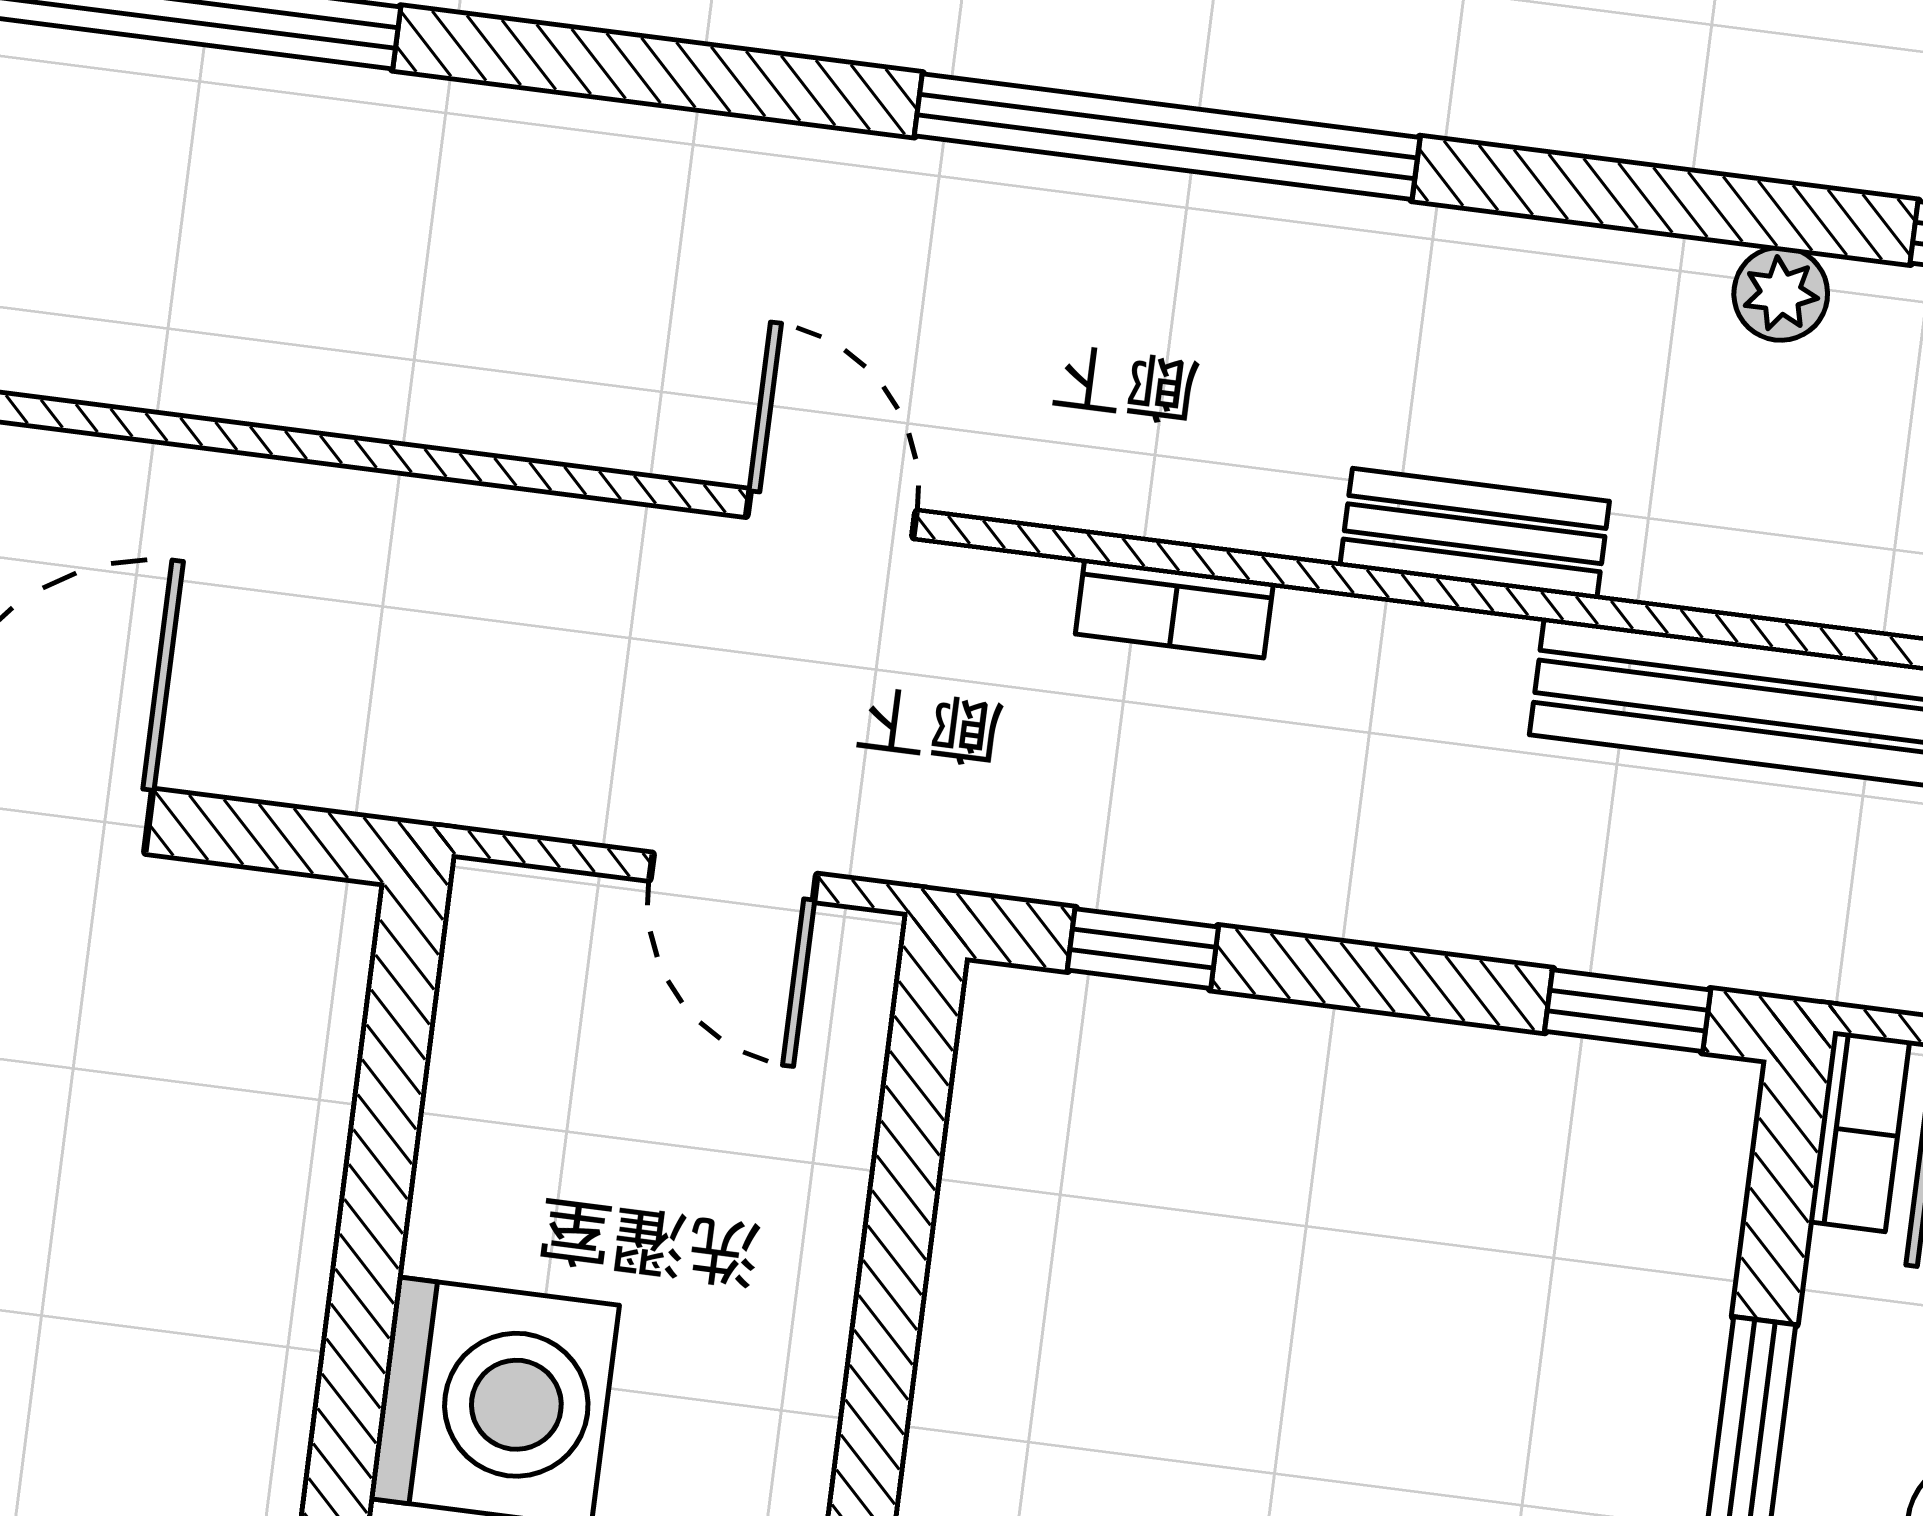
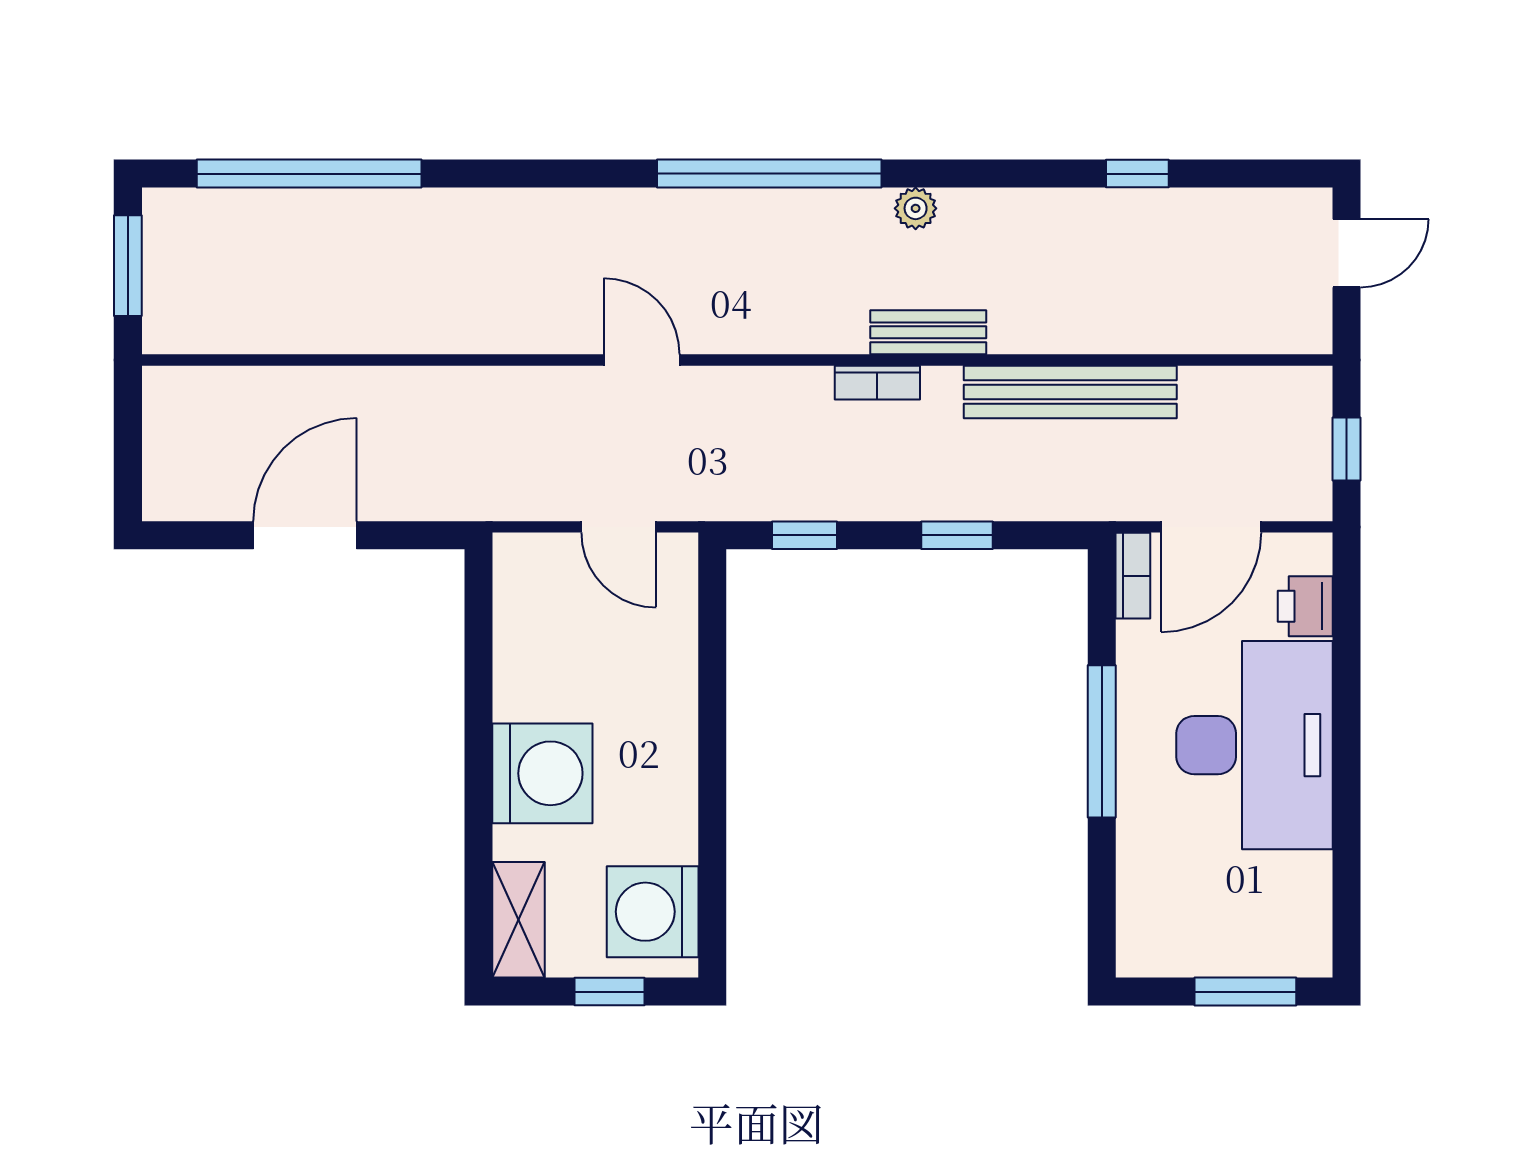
plant: (1781, 294) -> (916, 208), moved
bookcase: (1174, 608) -> (877, 383), moved
window: (1628, 1011) -> (957, 535), moved

